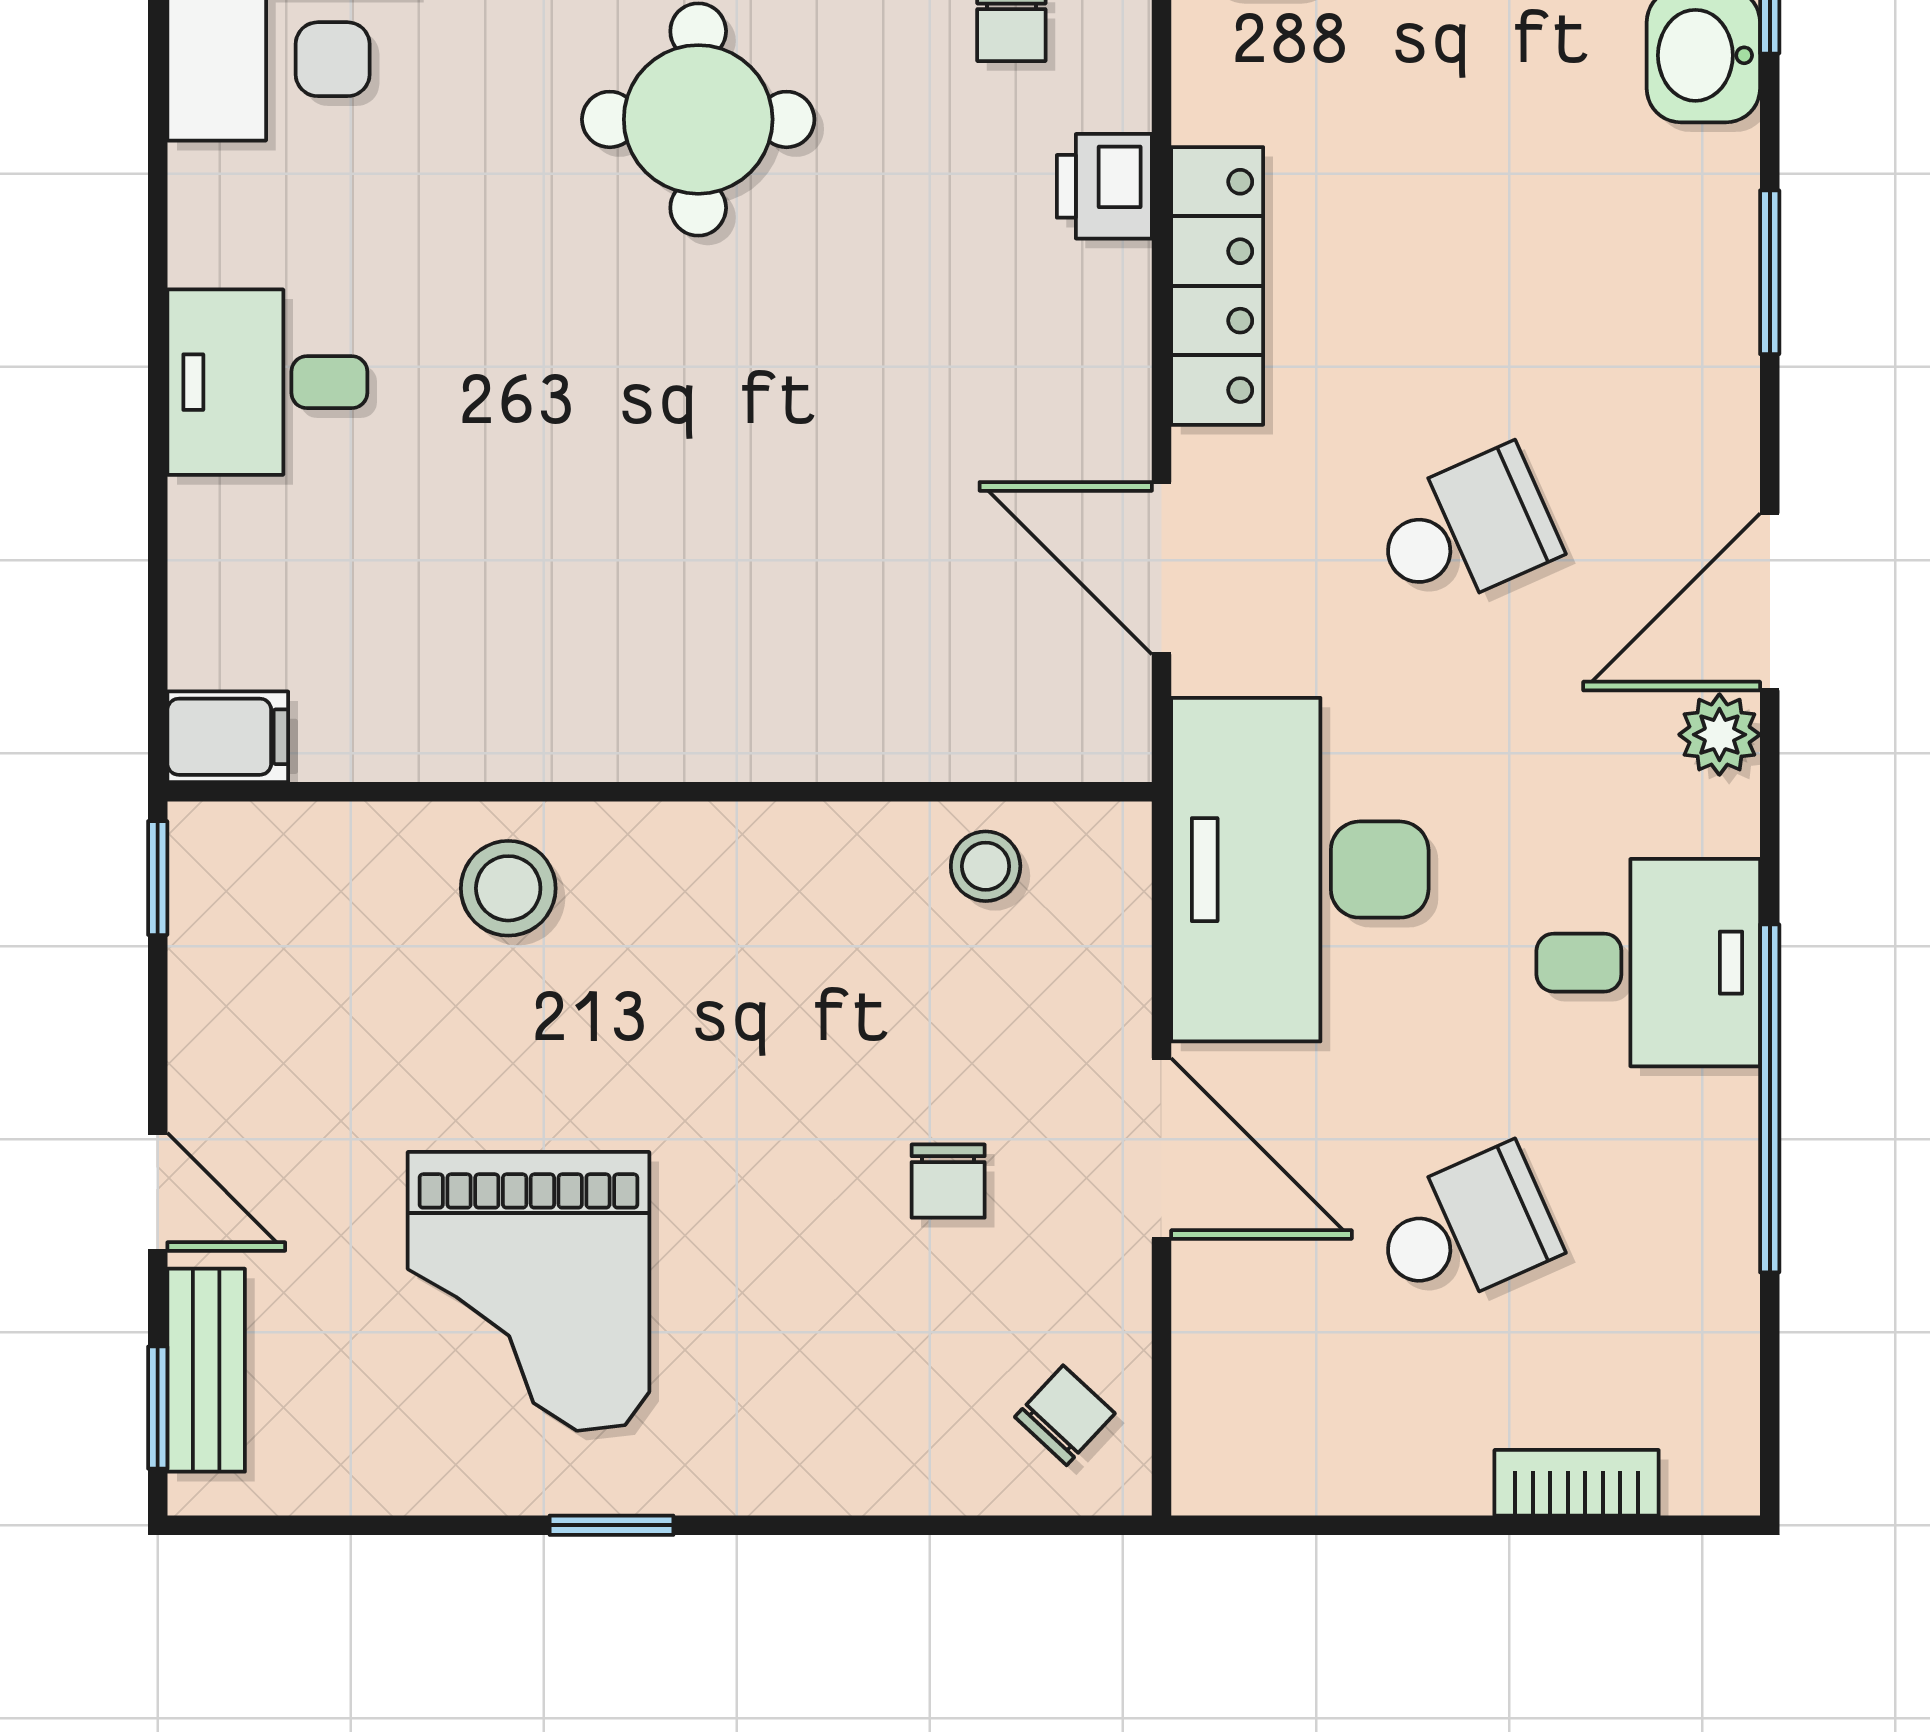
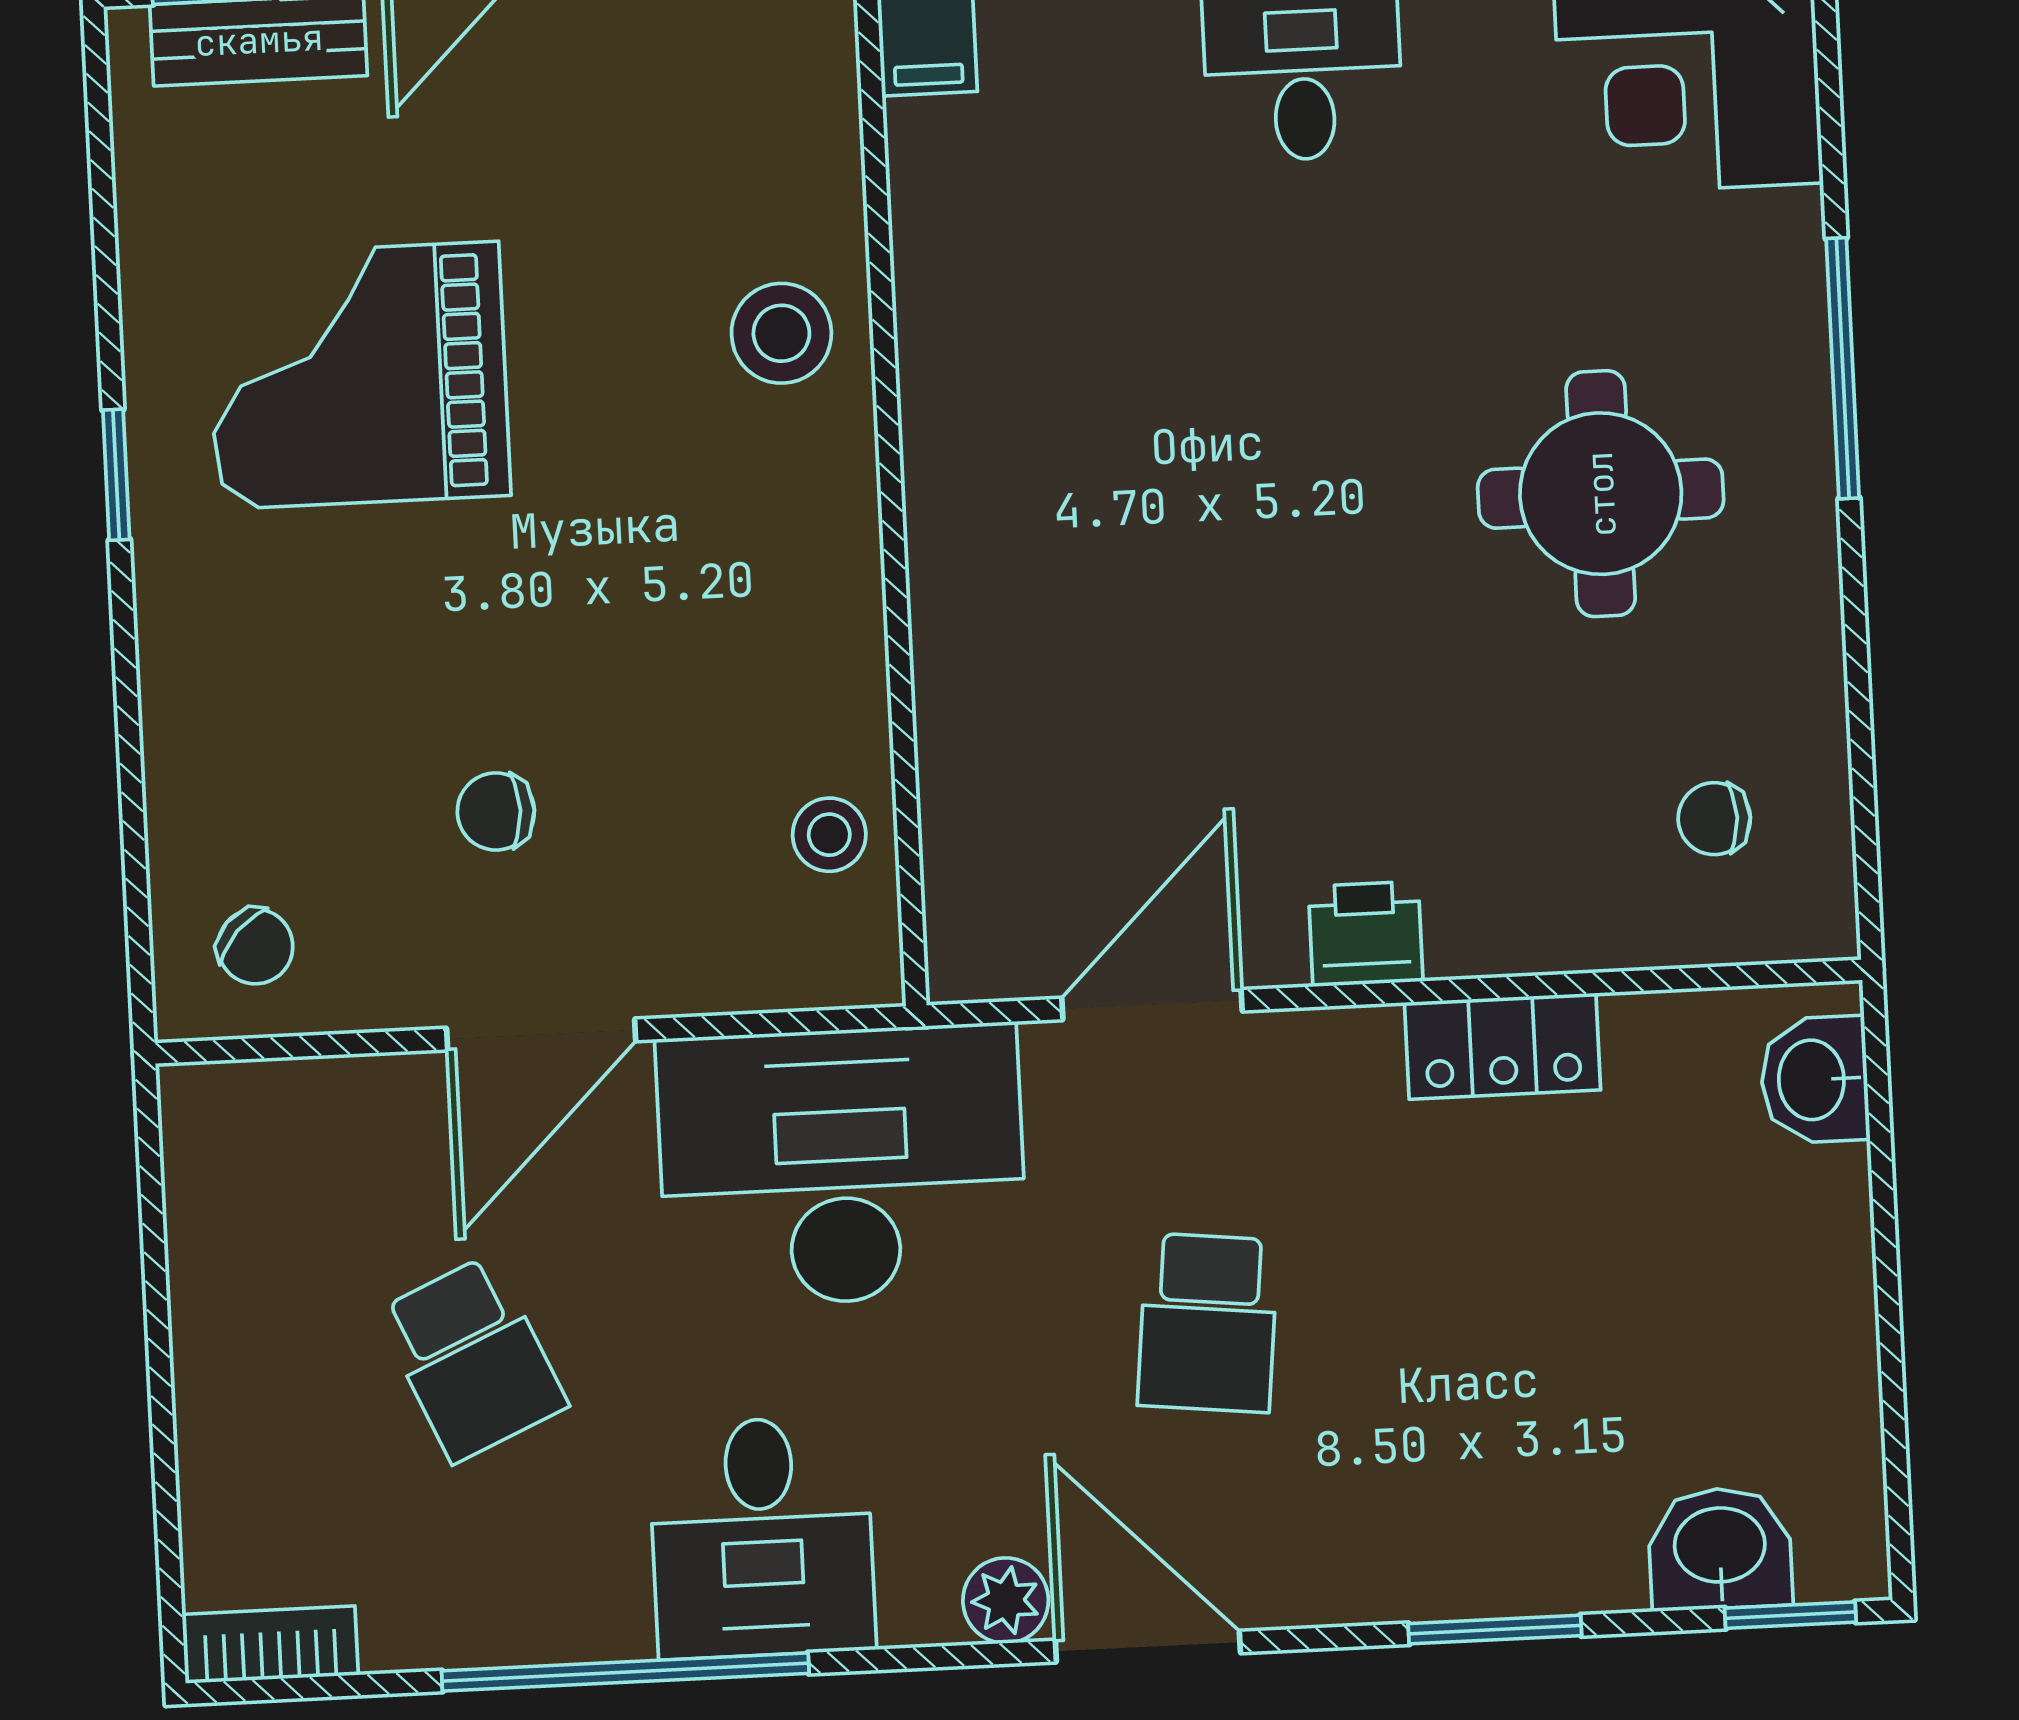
printer: (1104, 186) -> (1366, 934), moved
locker: (1217, 286) -> (1503, 1046), width x0.66
school desk: (1466, 530) -> (1208, 1323), turned 30
bookcase: (1577, 1483) -> (270, 1645), moved, turned -90

